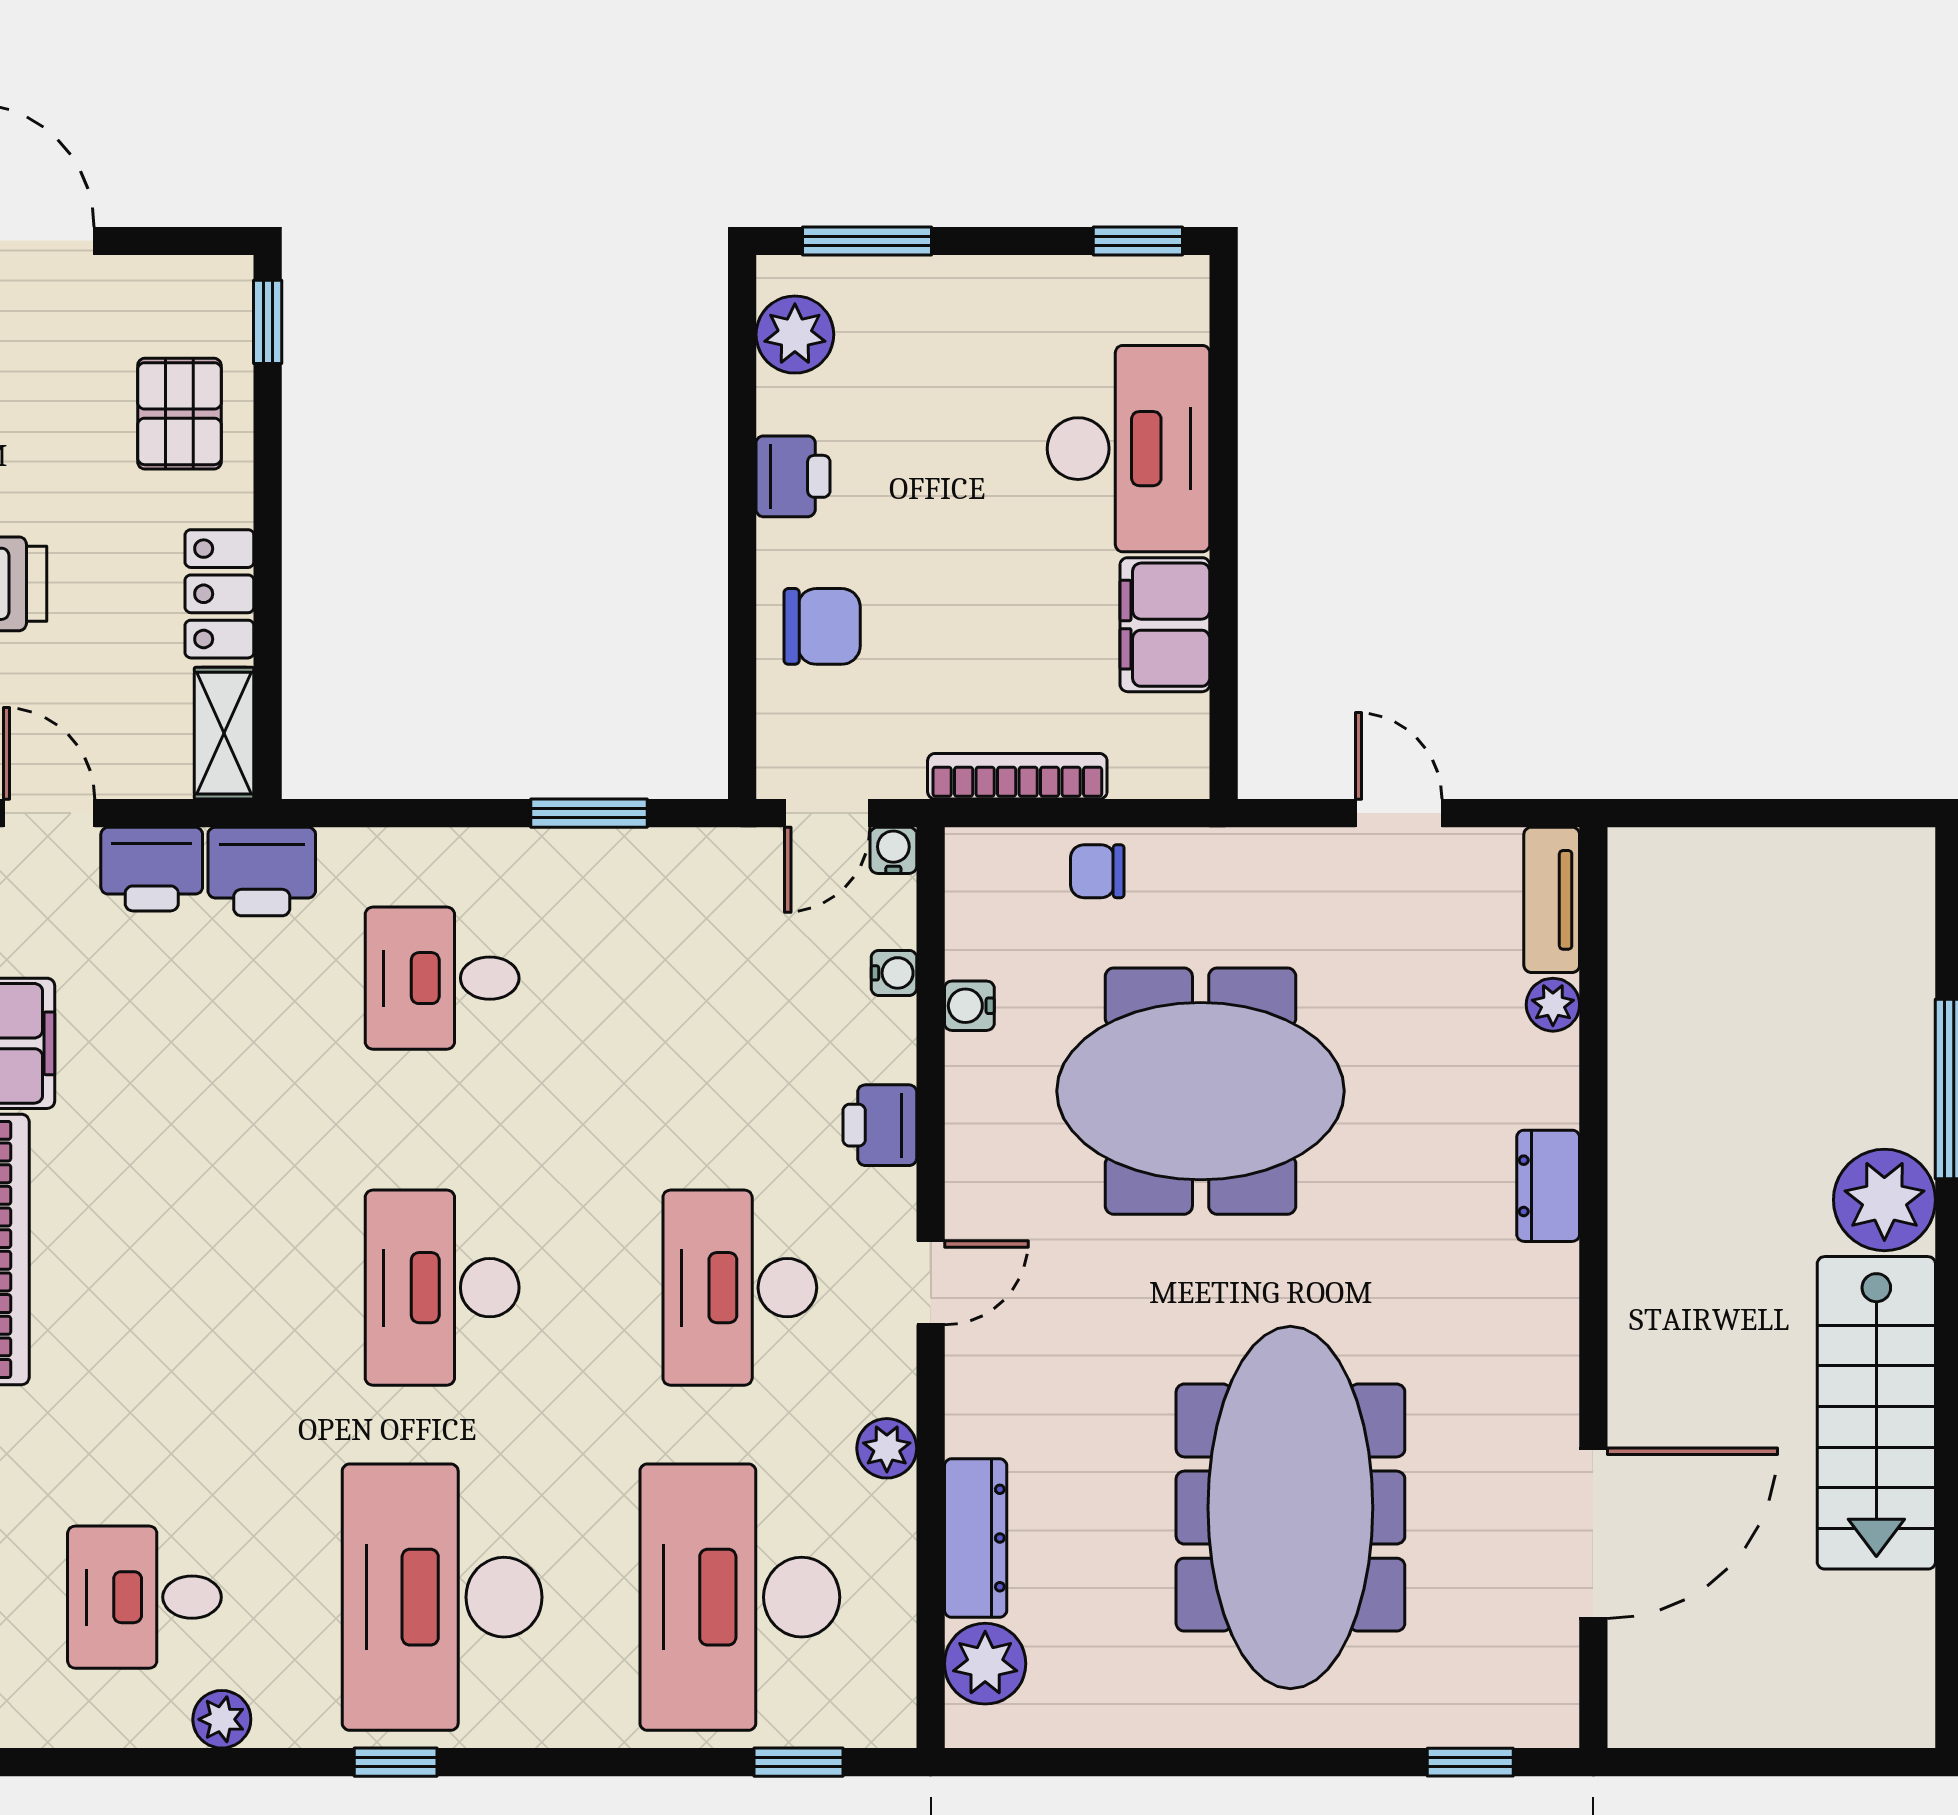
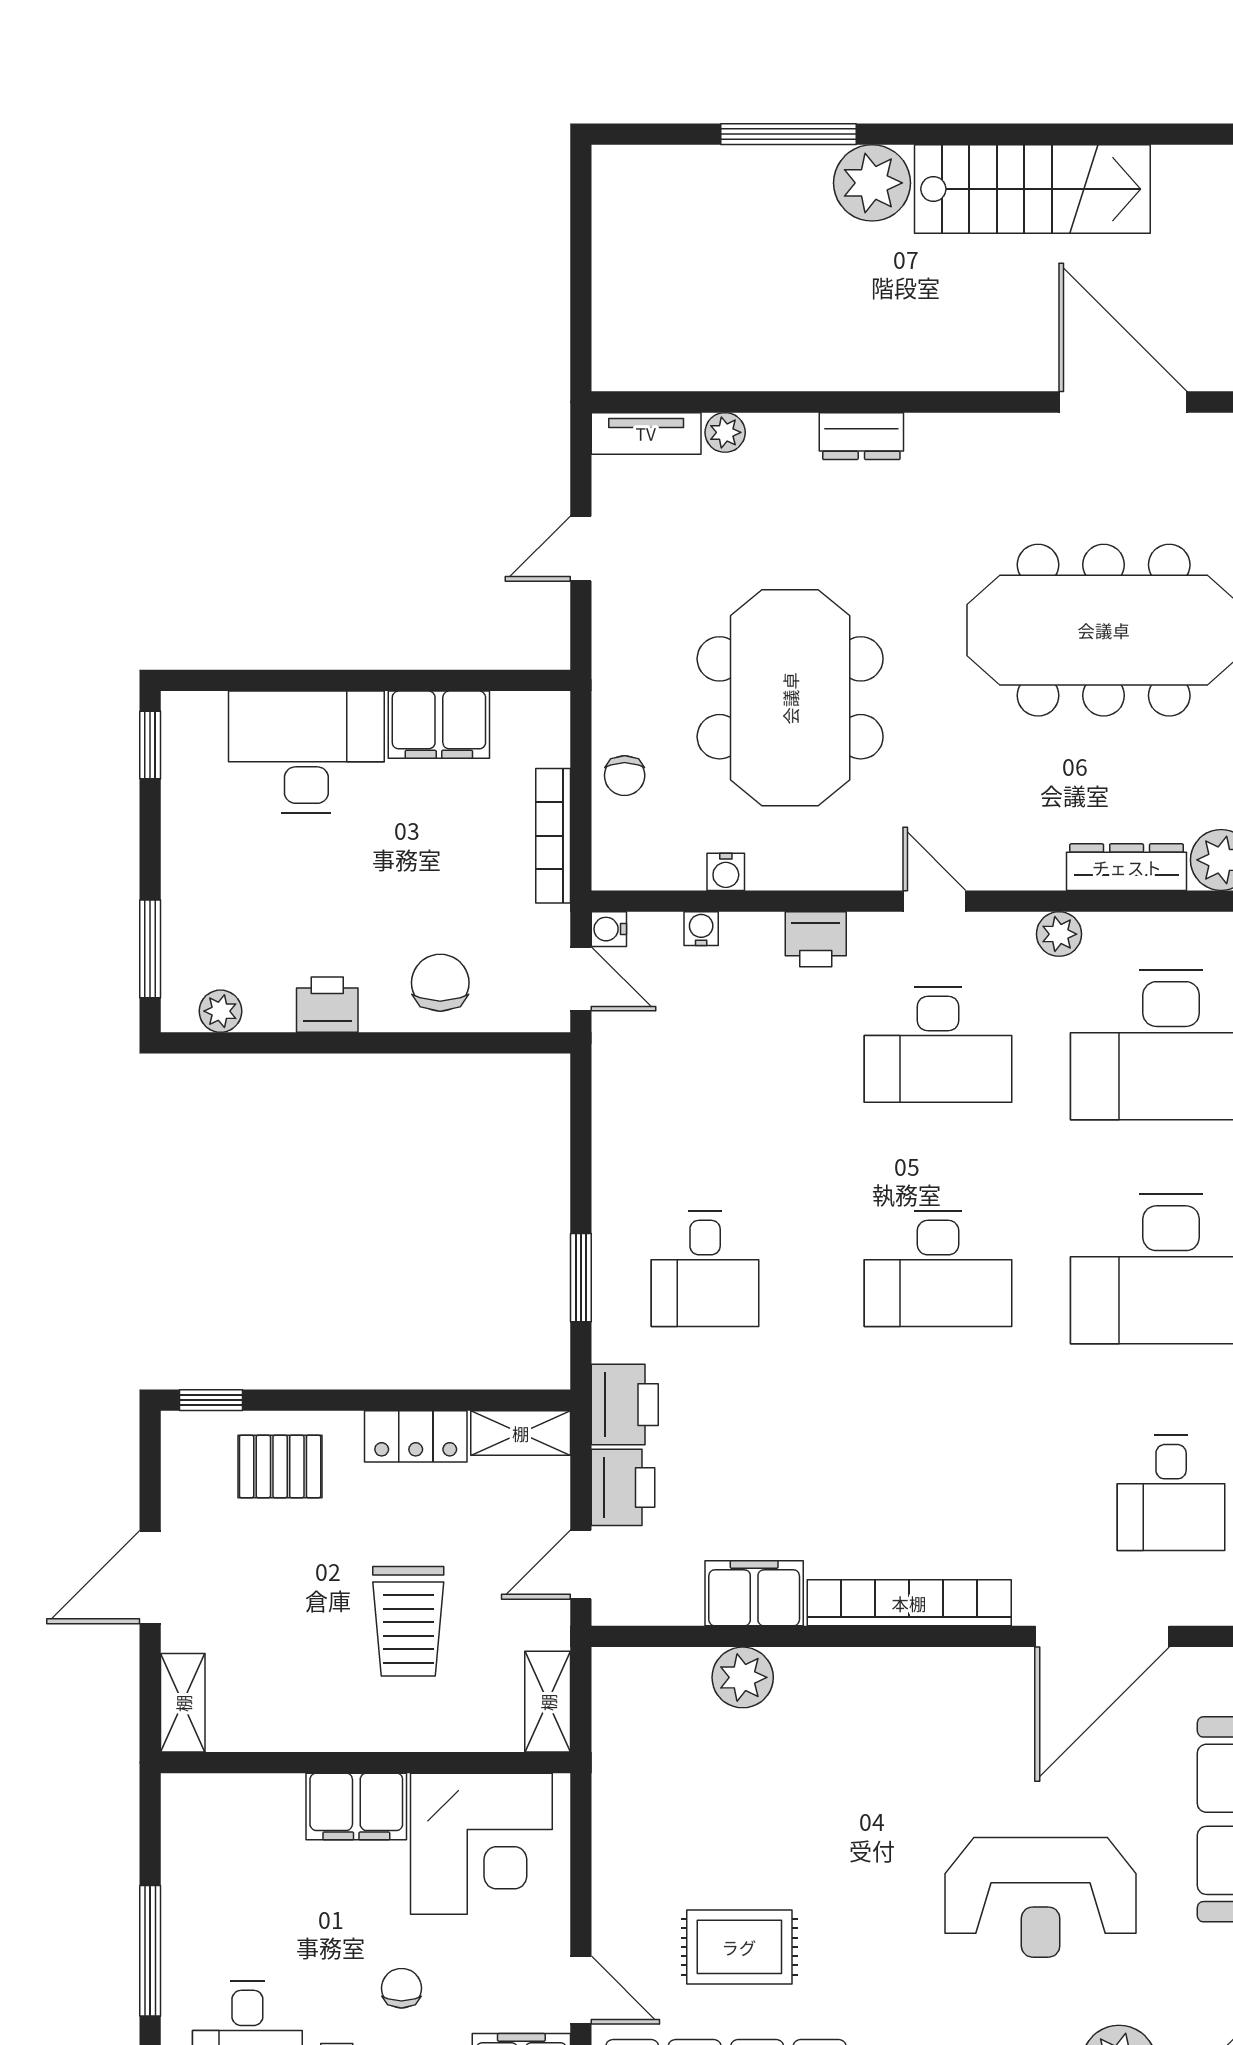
plant: (795, 335) -> (220, 1011), width x0.73, depth x0.73
window: (589, 813) -> (581, 1278), moved

